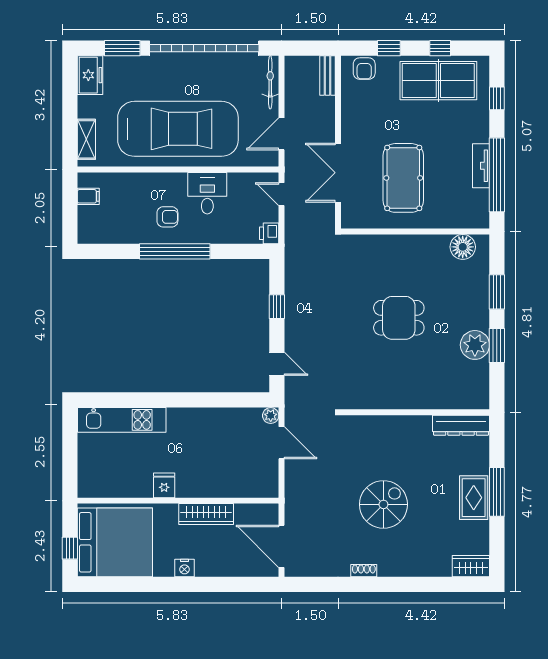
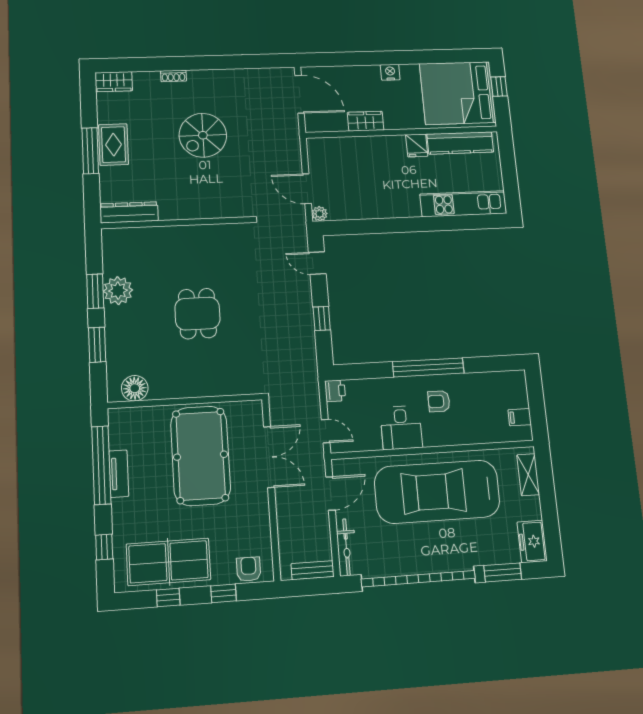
bench: (328, 75) -> (312, 570), moved, turned 90
pool table: (403, 178) -> (201, 456), width x1.36, depth x1.32
dining table: (399, 318) -> (197, 314), turned 90
kitchen counter: (118, 486) -> (460, 143), added
wardrobe: (206, 514) -> (366, 121), width x0.67
shoe rack: (364, 571) -> (173, 76), moved

